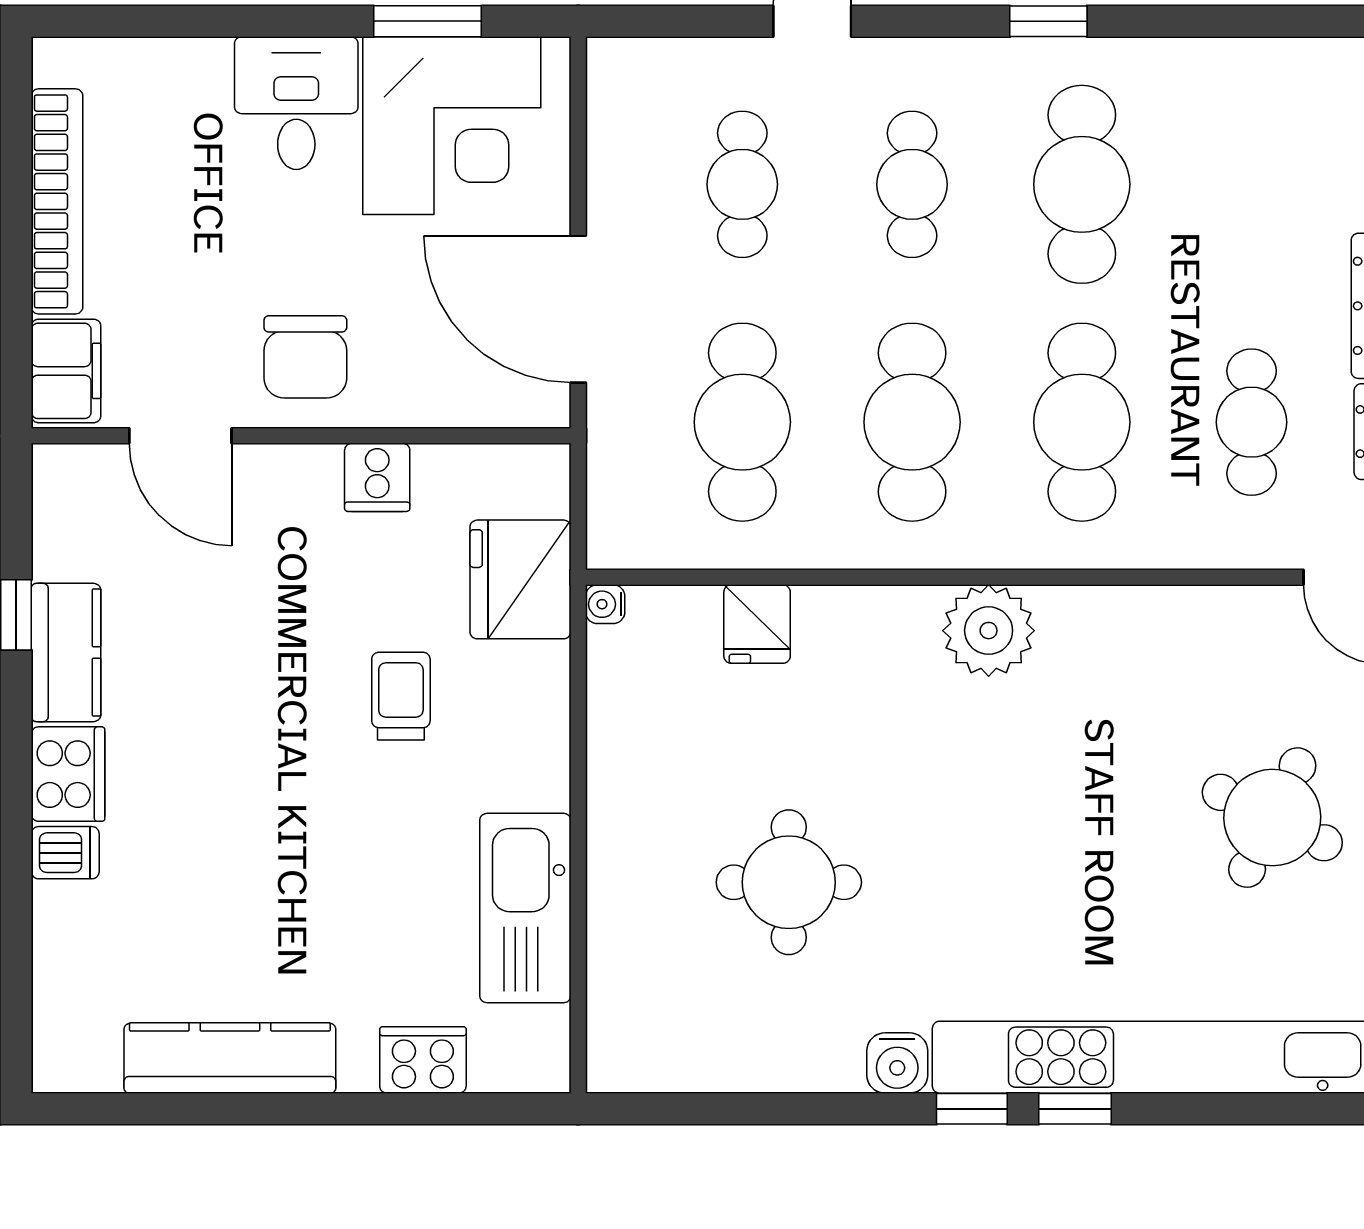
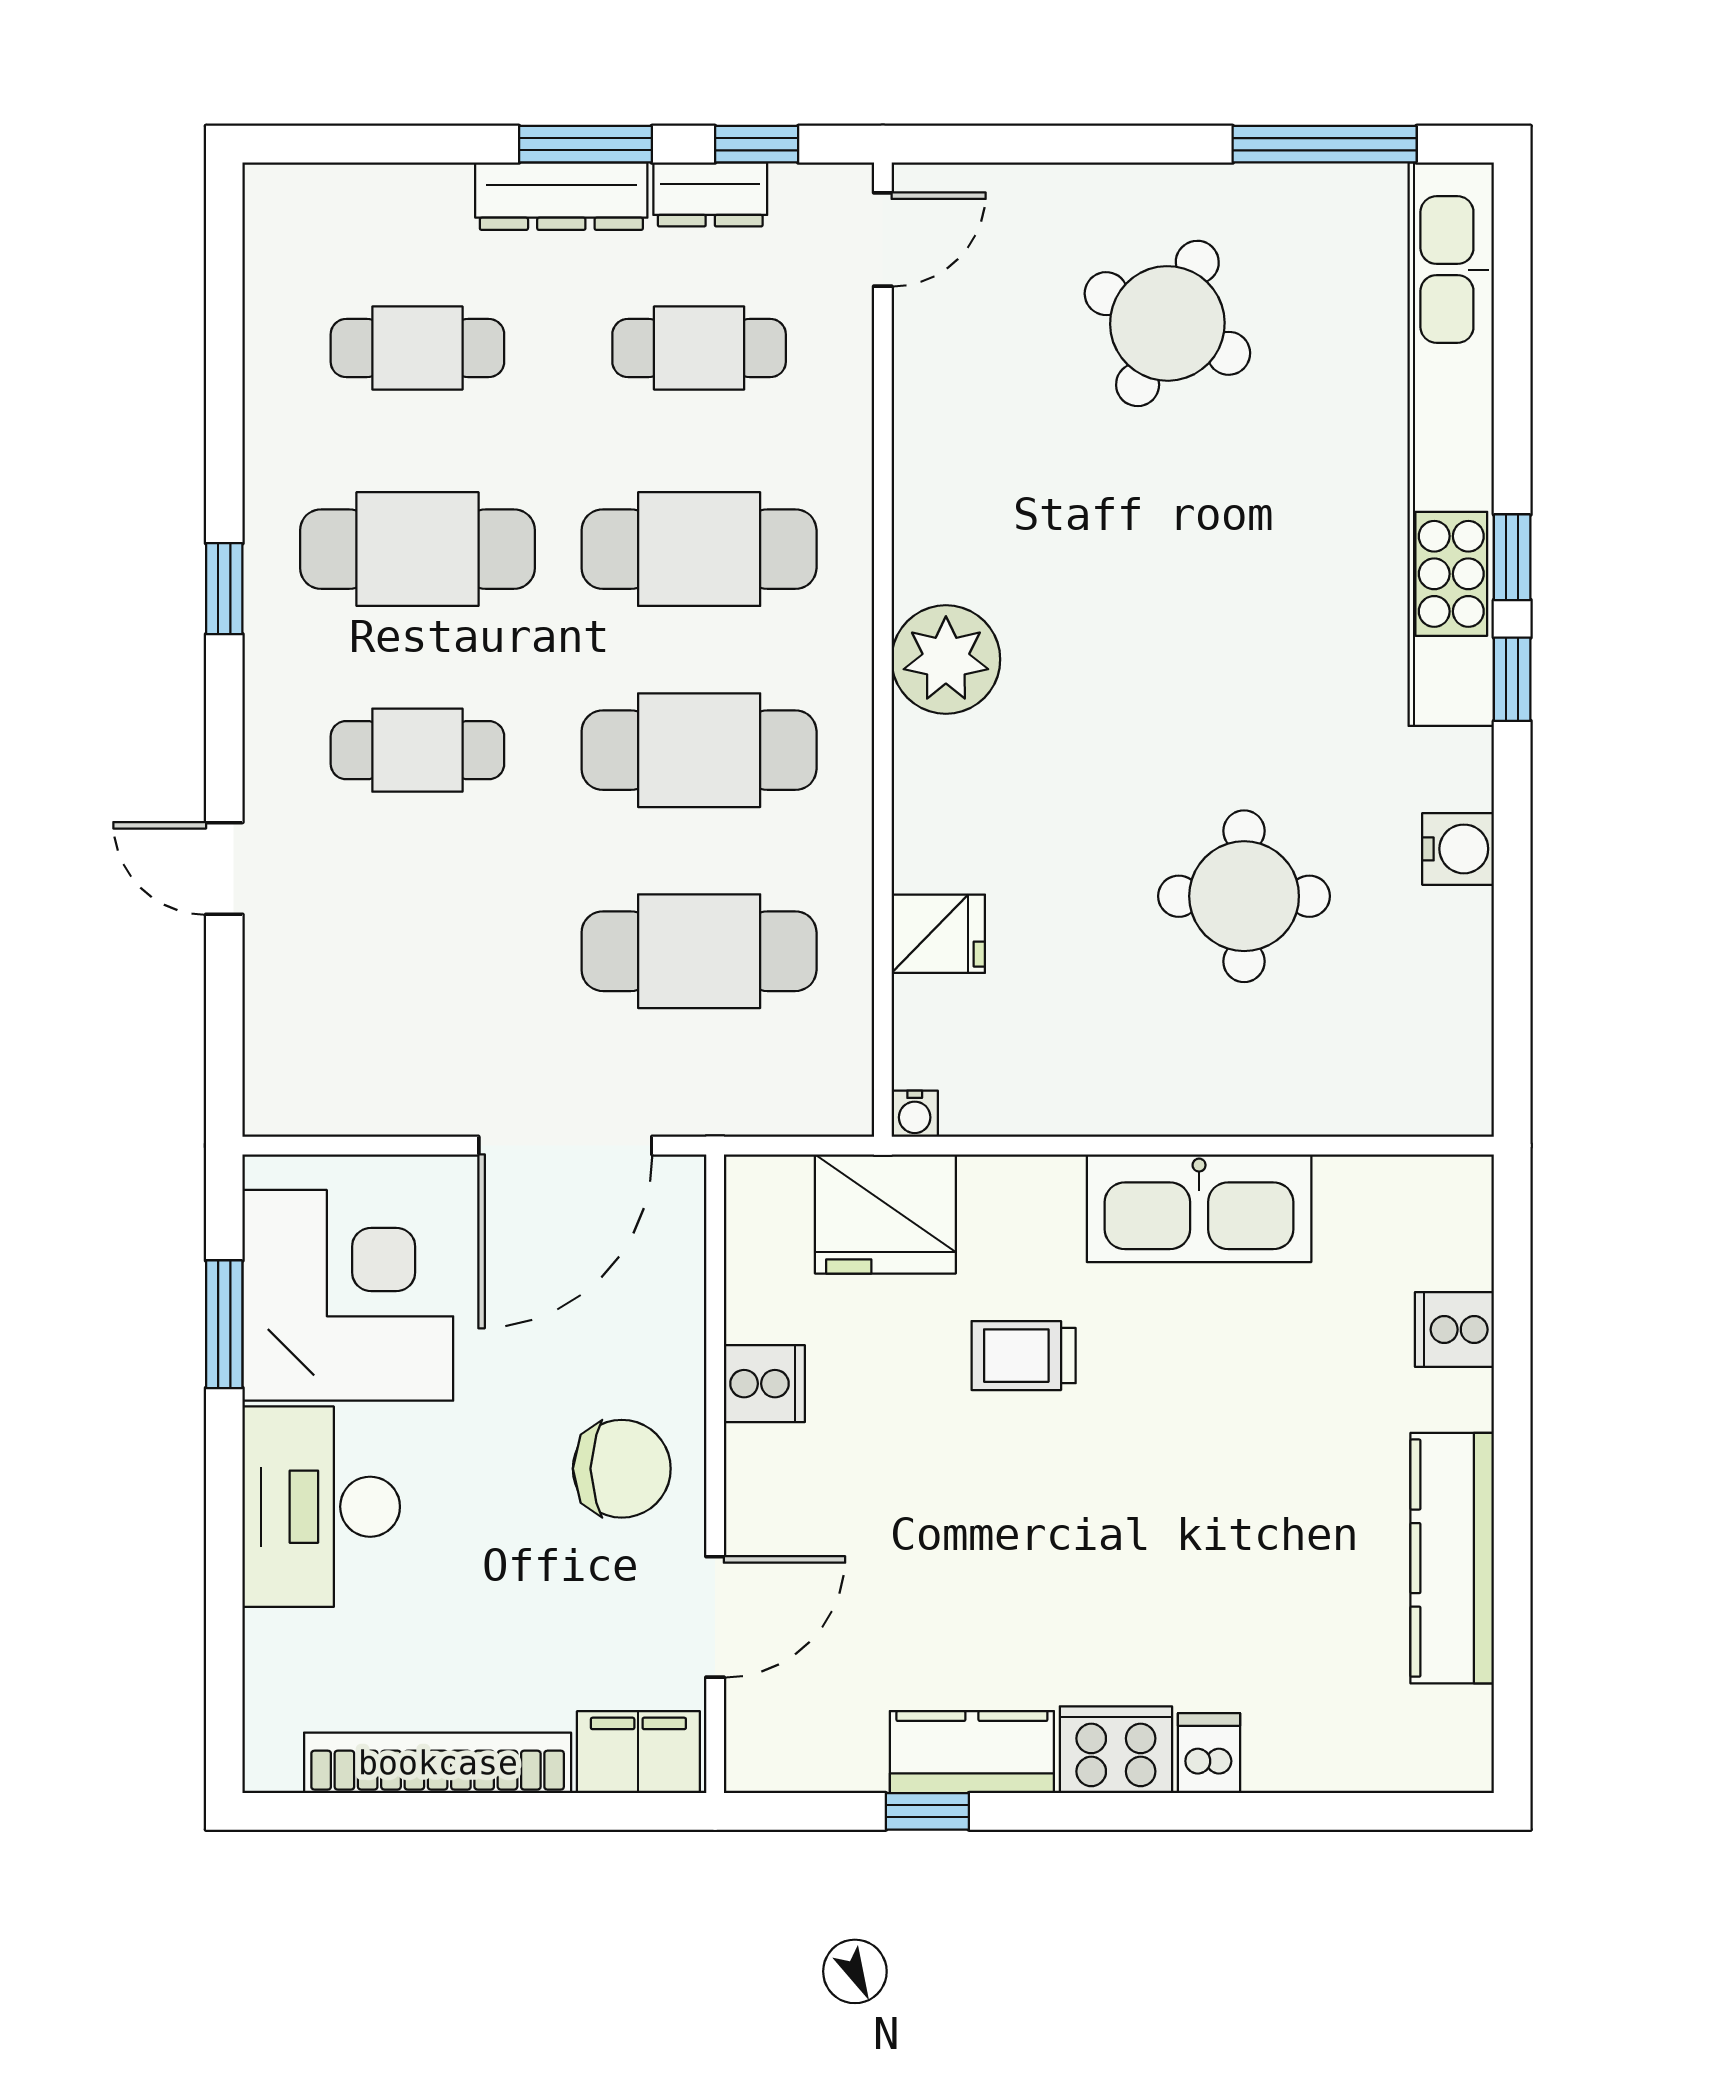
desk: (296, 103) -> (321, 1507), width x1.37
cafe table: (742, 184) -> (417, 348), moved
kitchen sink: (525, 908) -> (1199, 1208), moved
cooker: (423, 1060) -> (1454, 1330), width x0.73
water cooler: (897, 1063) -> (1458, 849), moved

